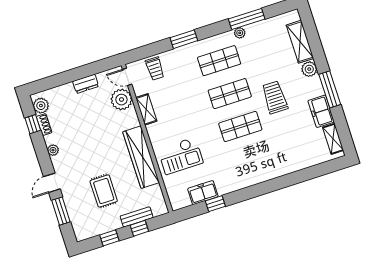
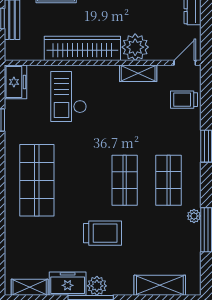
plant: (309, 69) -> (97, 286), moved
plant: (121, 100) -> (135, 47), moved
shop shelf: (240, 126) -> (37, 180), moved, width x1.43, depth x1.36
freezer: (203, 193) -> (15, 82), moved

